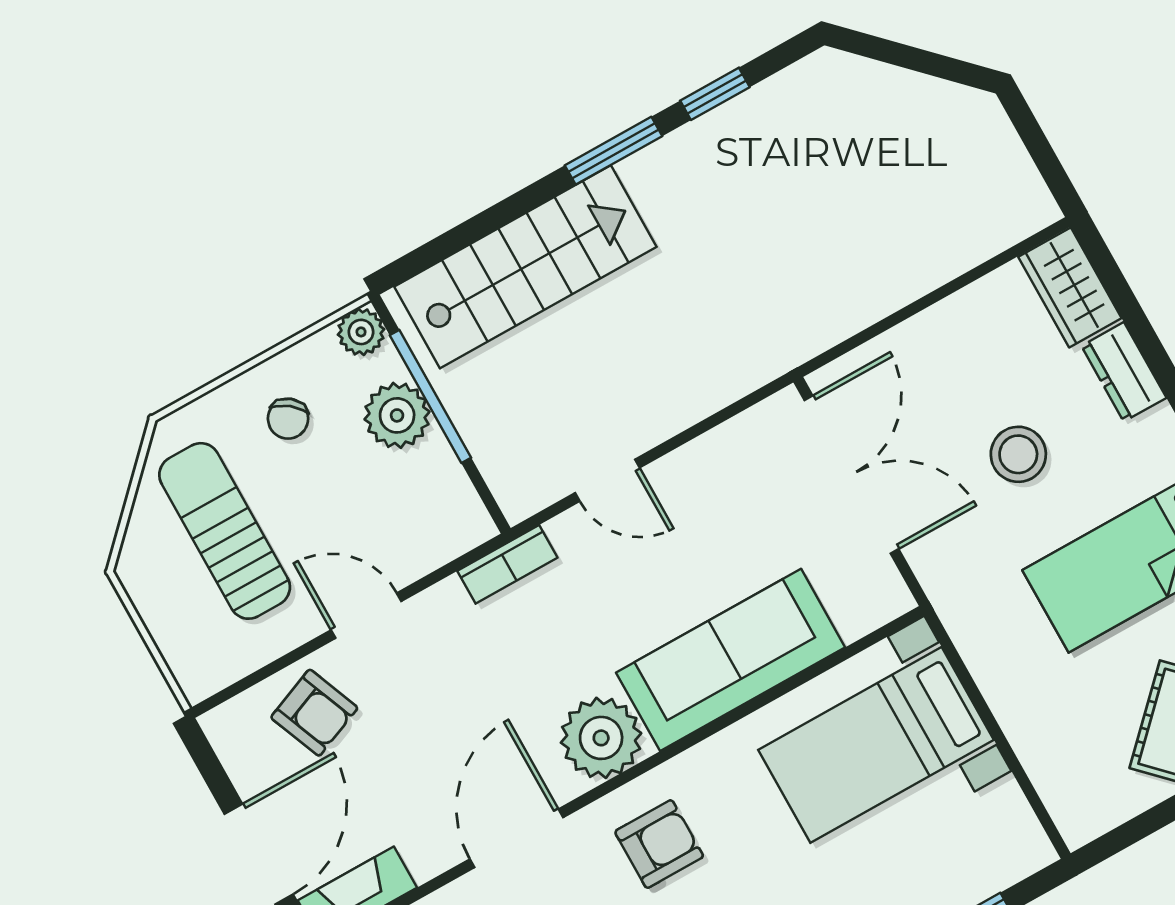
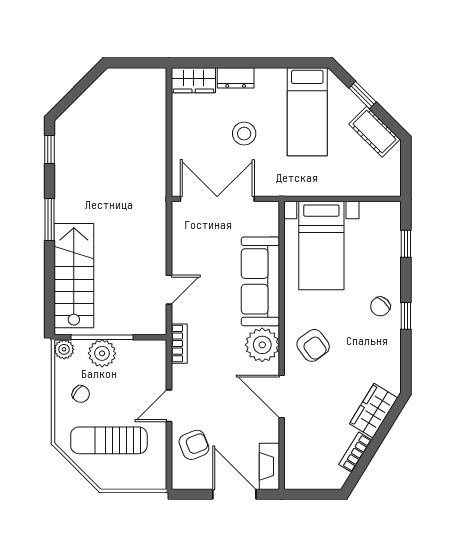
window: (715, 94) -> (50, 149), moved
armchair: (659, 844) -> (313, 345), turned 144

